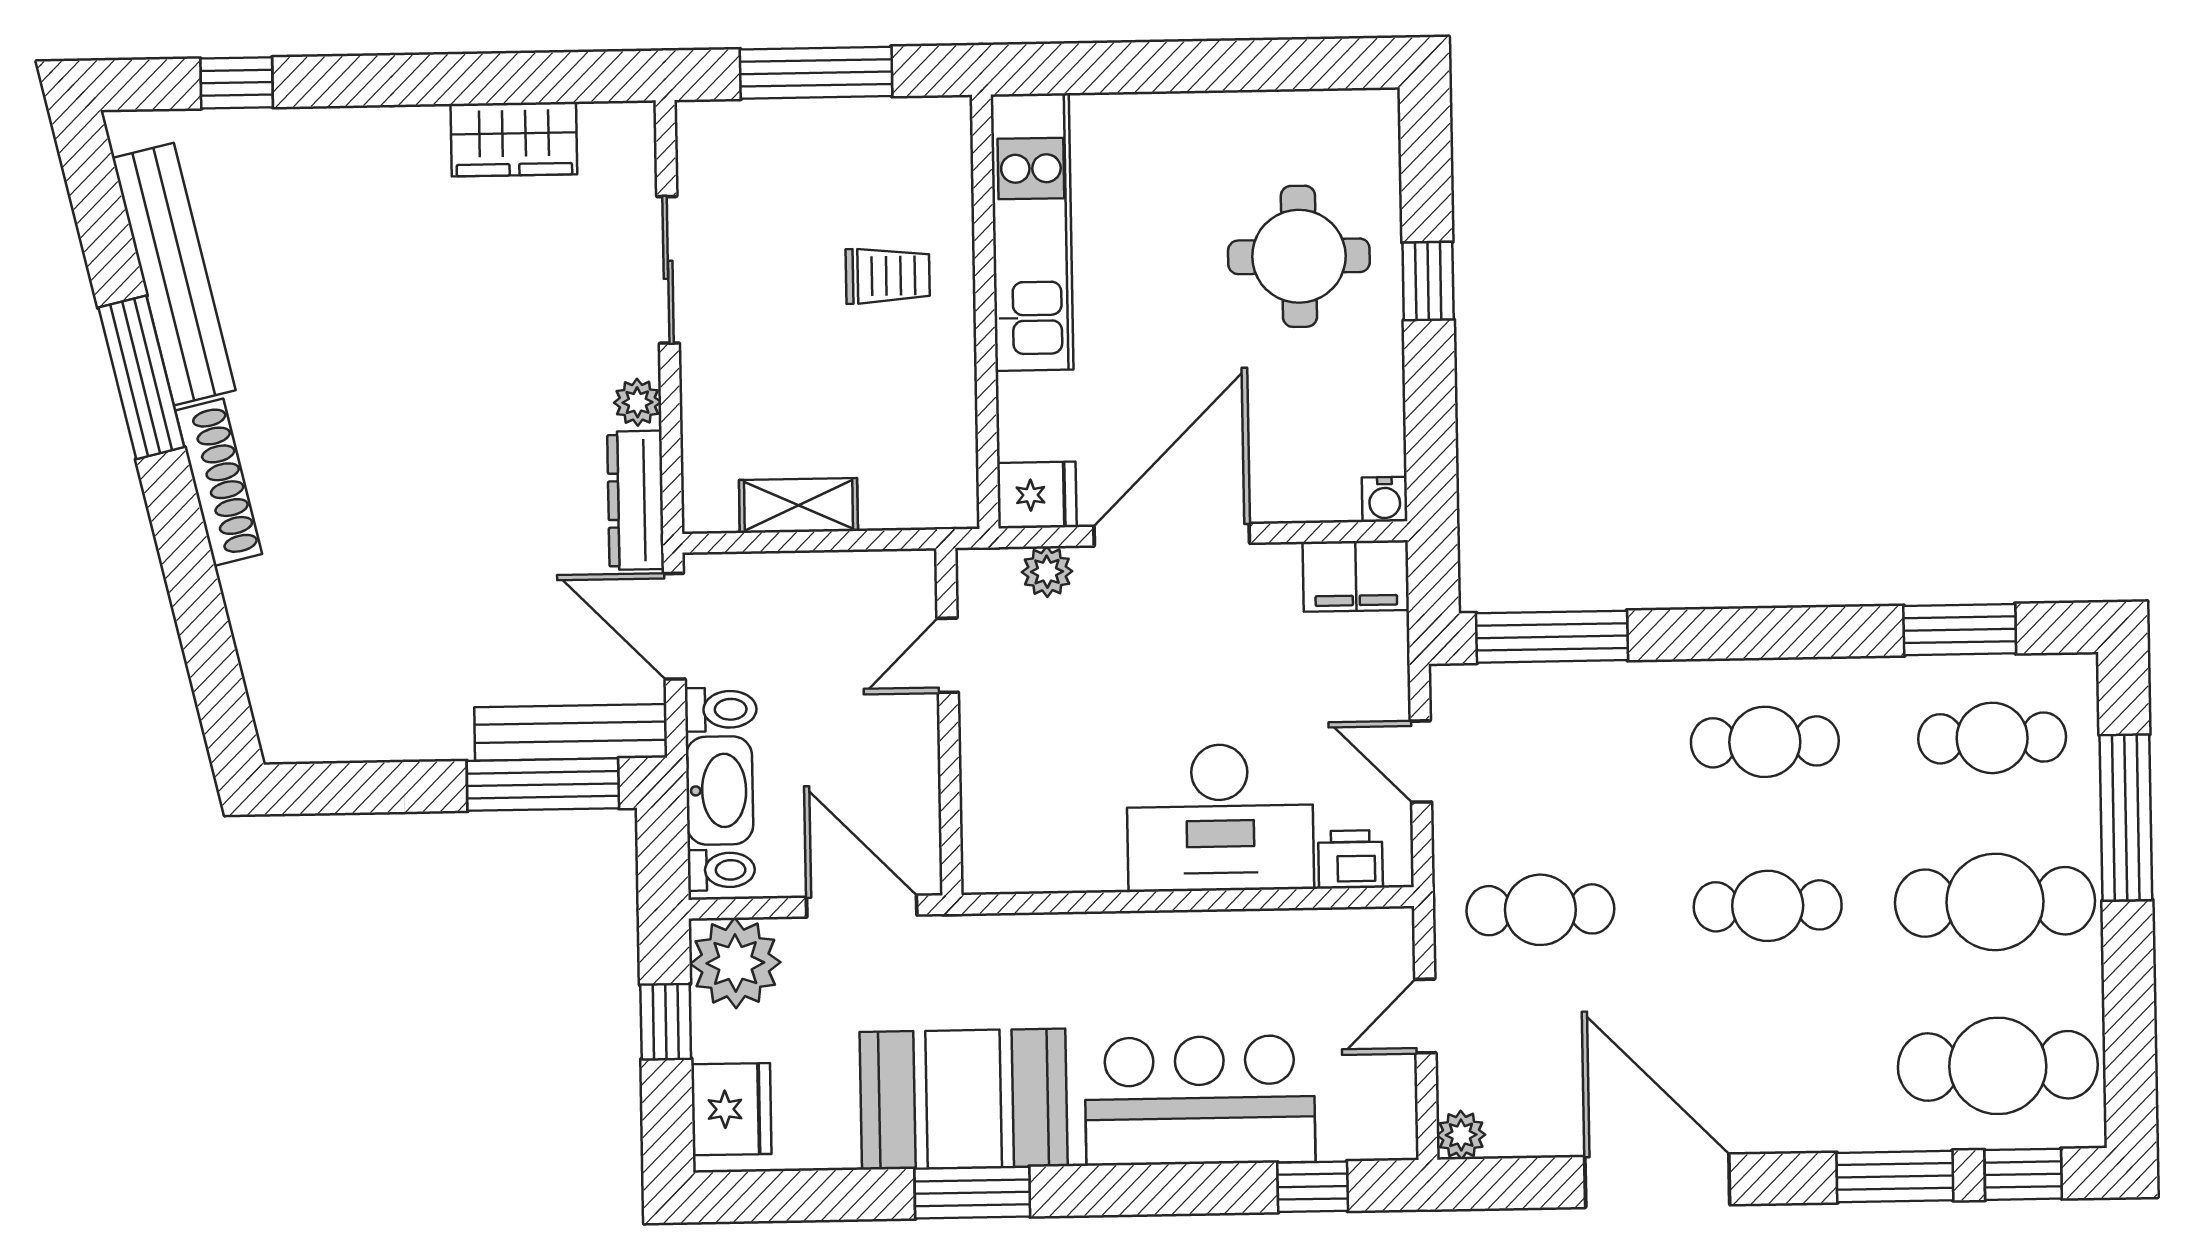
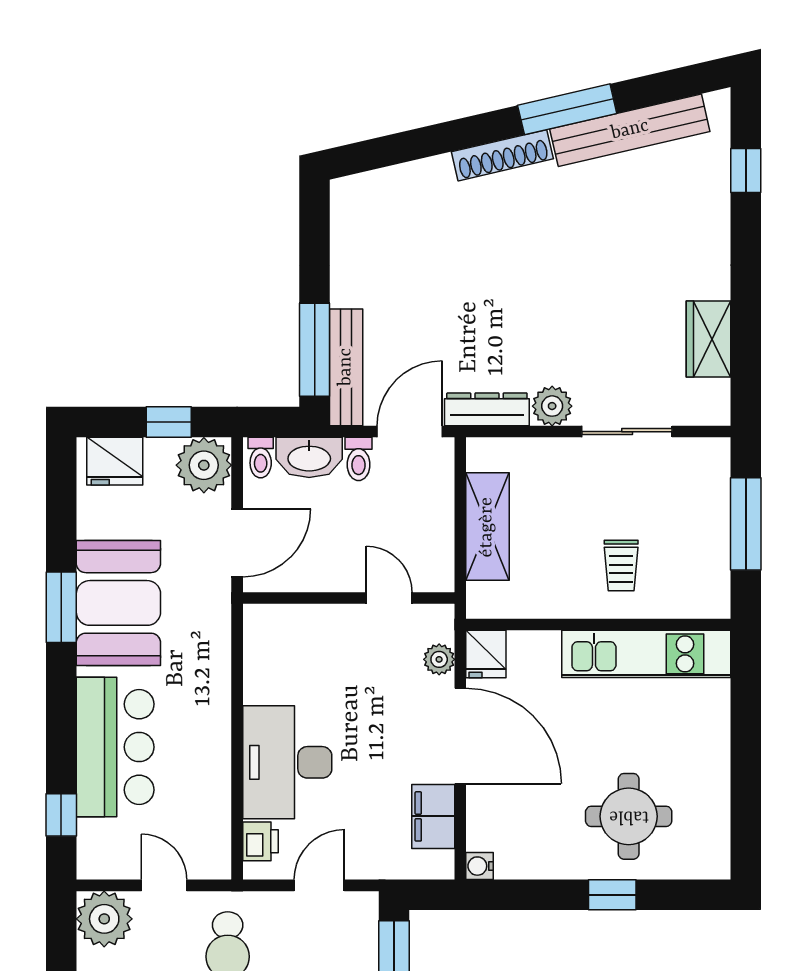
plant: (637, 402) -> (552, 406), width x1.38, depth x1.38
shelving: (798, 505) -> (487, 527), width x1.50, depth x1.33
filing cabinet: (1356, 576) -> (433, 816), moved
plant: (1461, 1135) -> (104, 919), width x1.87, depth x1.87

